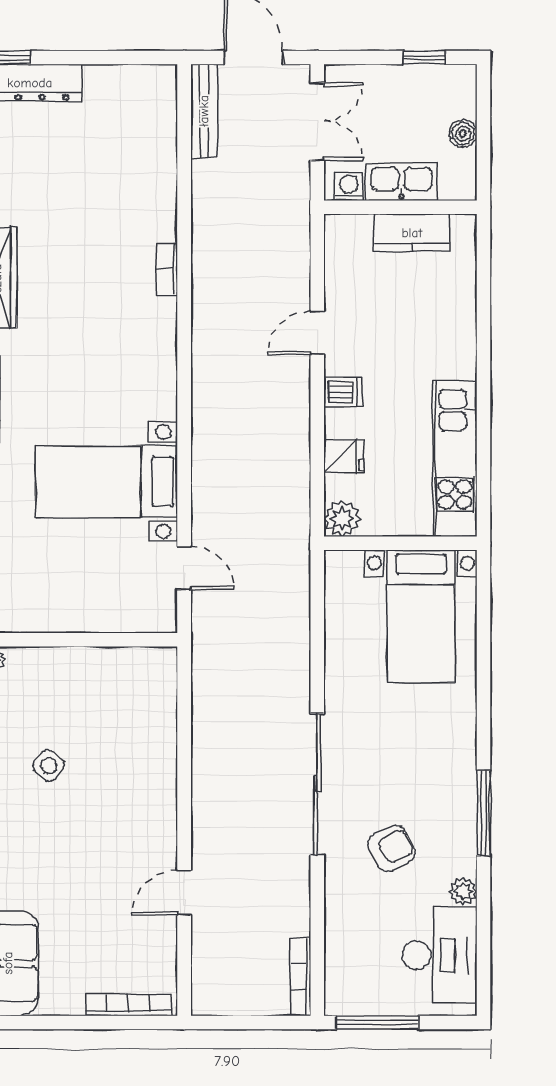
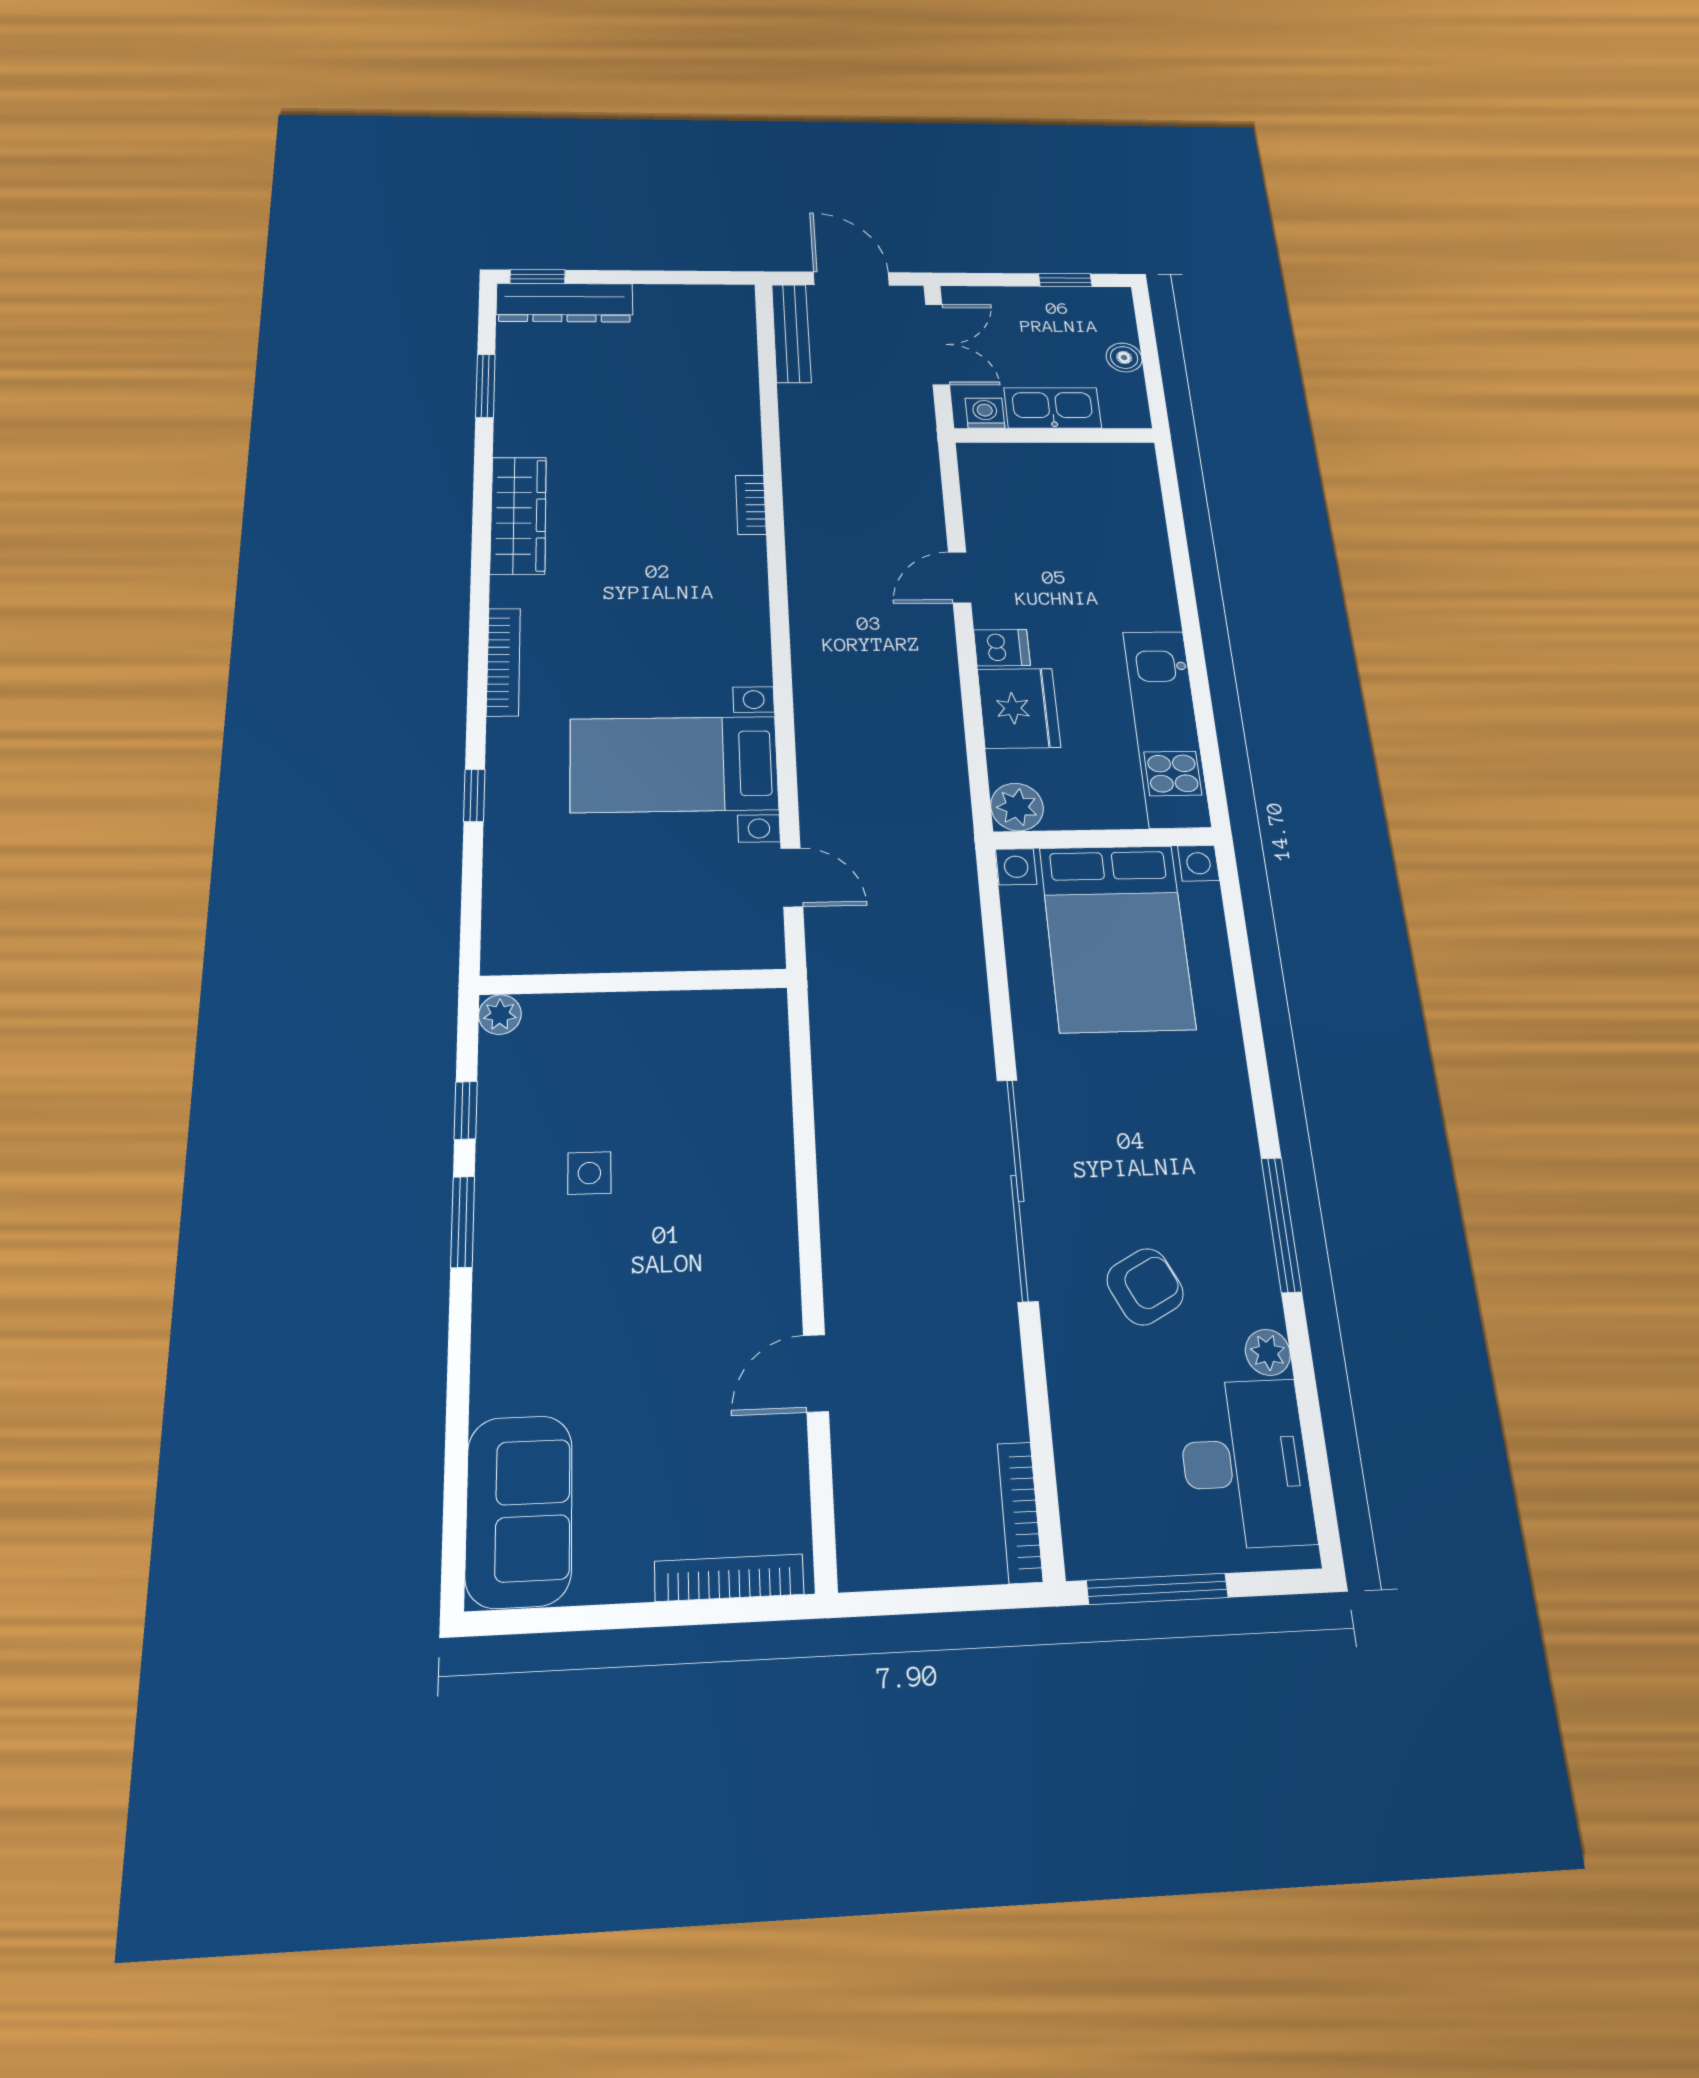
kitchen counter: (412, 233) -> (1073, 464), removed
fridge: (344, 456) -> (1019, 708), width x1.88, depth x1.34
bed with nightstands: (421, 616) -> (1117, 937), width x1.36
side table: (49, 766) -> (589, 1173), turned -38

